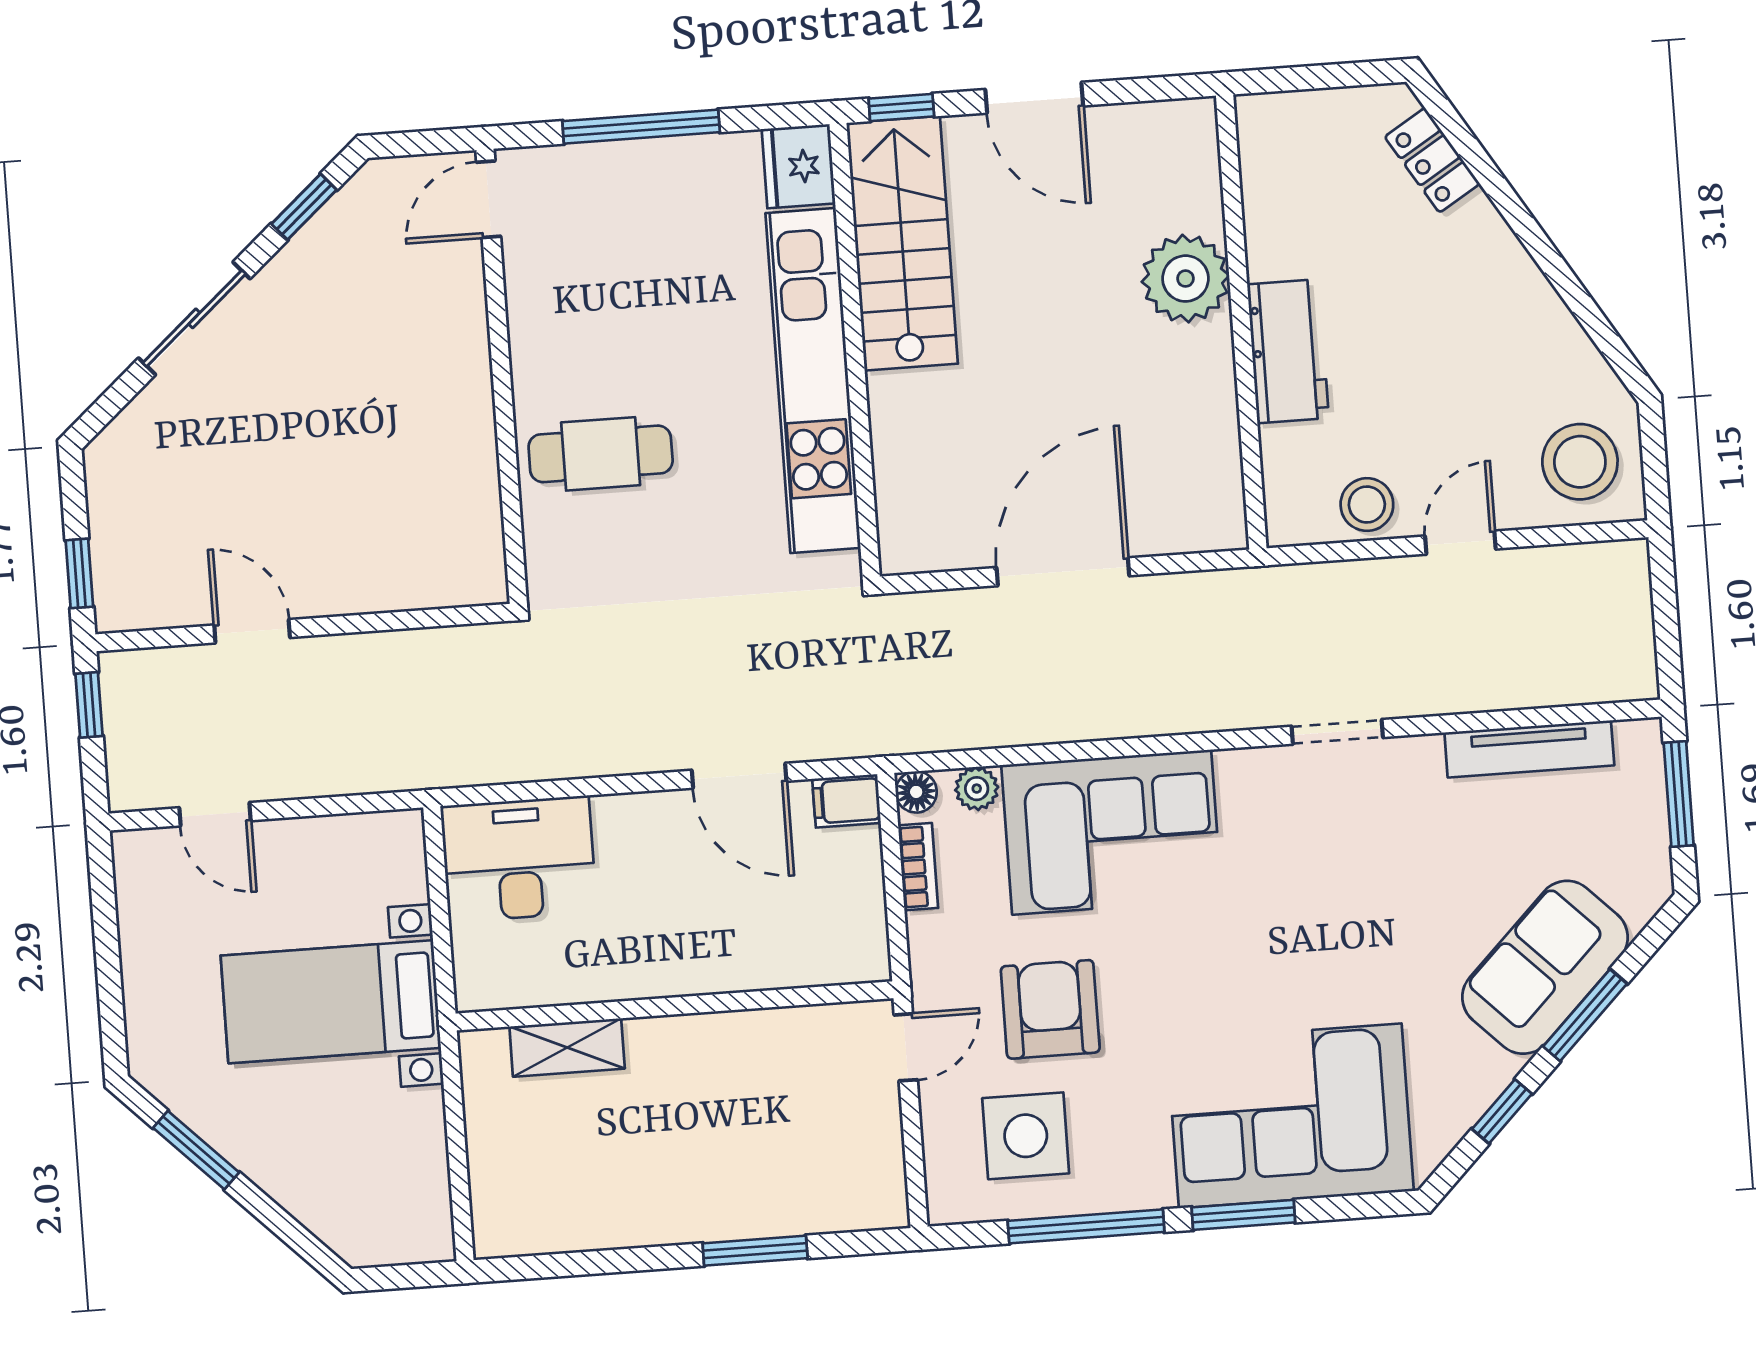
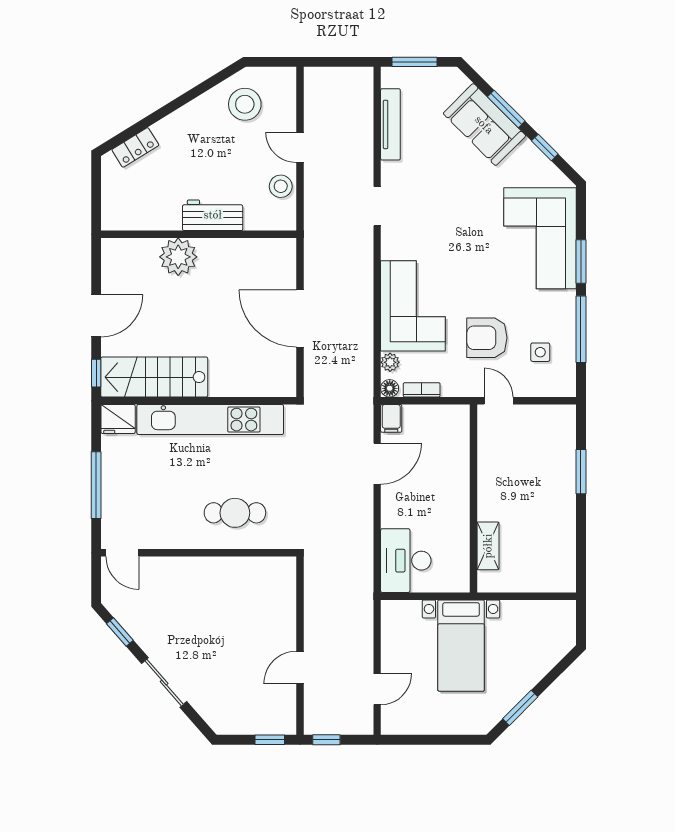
cafe table: (601, 454) -> (235, 513), turned 90
stool: (1580, 462) -> (245, 104), moved
side table: (1026, 1136) -> (540, 352), width x0.54, depth x0.54

